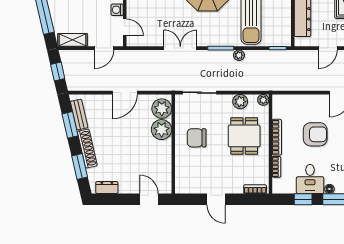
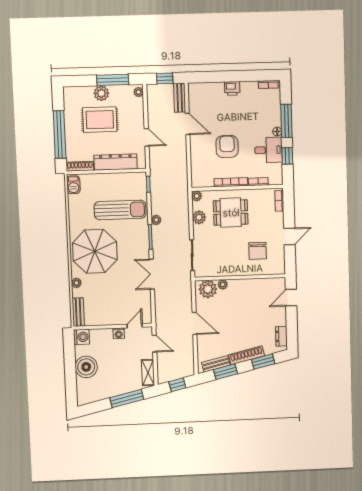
plant: (162, 130) -> (223, 284), width x0.53, depth x0.53
chair: (197, 138) -> (258, 251), moved

